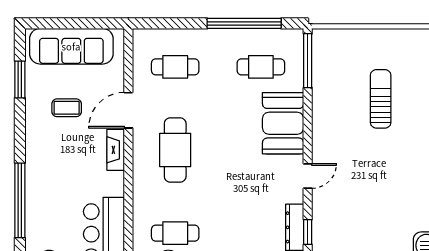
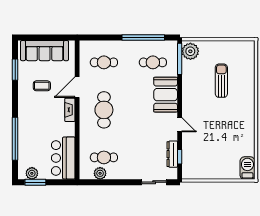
plant: (326, 47) -> (190, 51), added
door: (308, 176) -> (180, 125), hinge flipped

